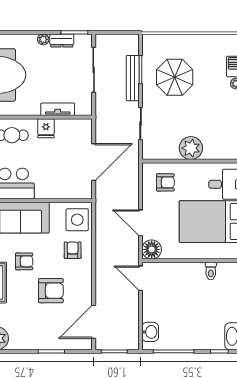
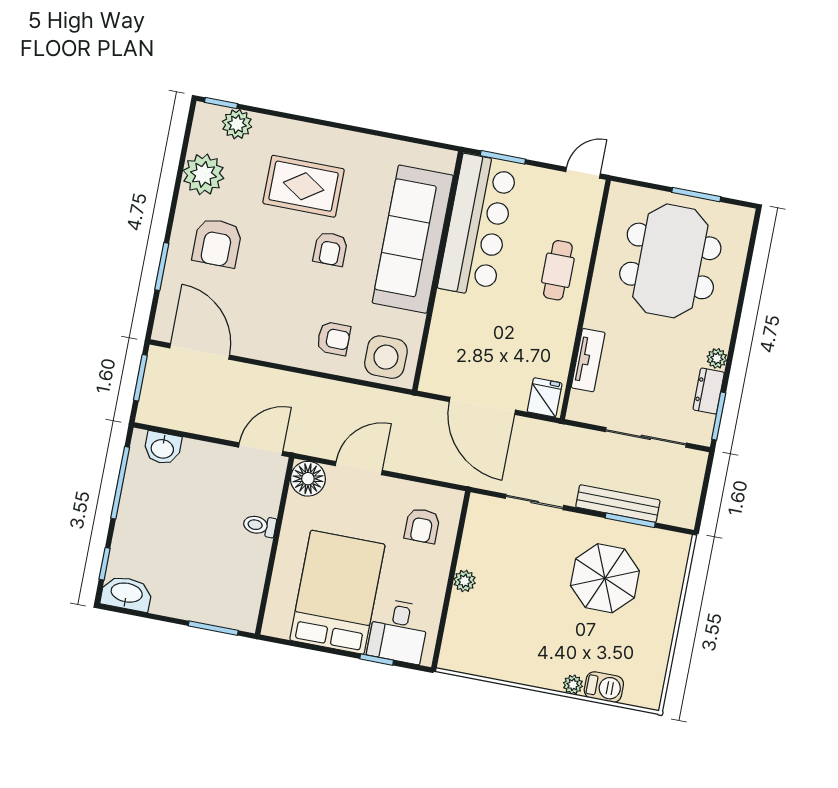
fridge: (46, 128) -> (545, 397), moved, turned 90
plant: (191, 148) -> (465, 581), width x0.53, depth x0.53
toilet: (211, 271) -> (260, 526), moved
armchair: (51, 291) -> (217, 243), moved

